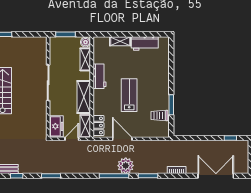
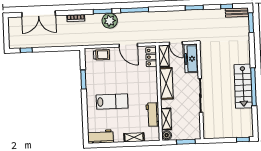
workbench: (145, 43) -> (100, 137), moved
workbench: (100, 76) -> (153, 115), moved
lab bench: (129, 95) -> (112, 102), moved, turned -90
trolley: (159, 115) -> (102, 55), moved
freezer: (56, 126) -> (191, 59), width x1.40
door: (72, 139) -> (176, 43), hinge flipped
plant: (126, 166) -> (110, 21), moved

